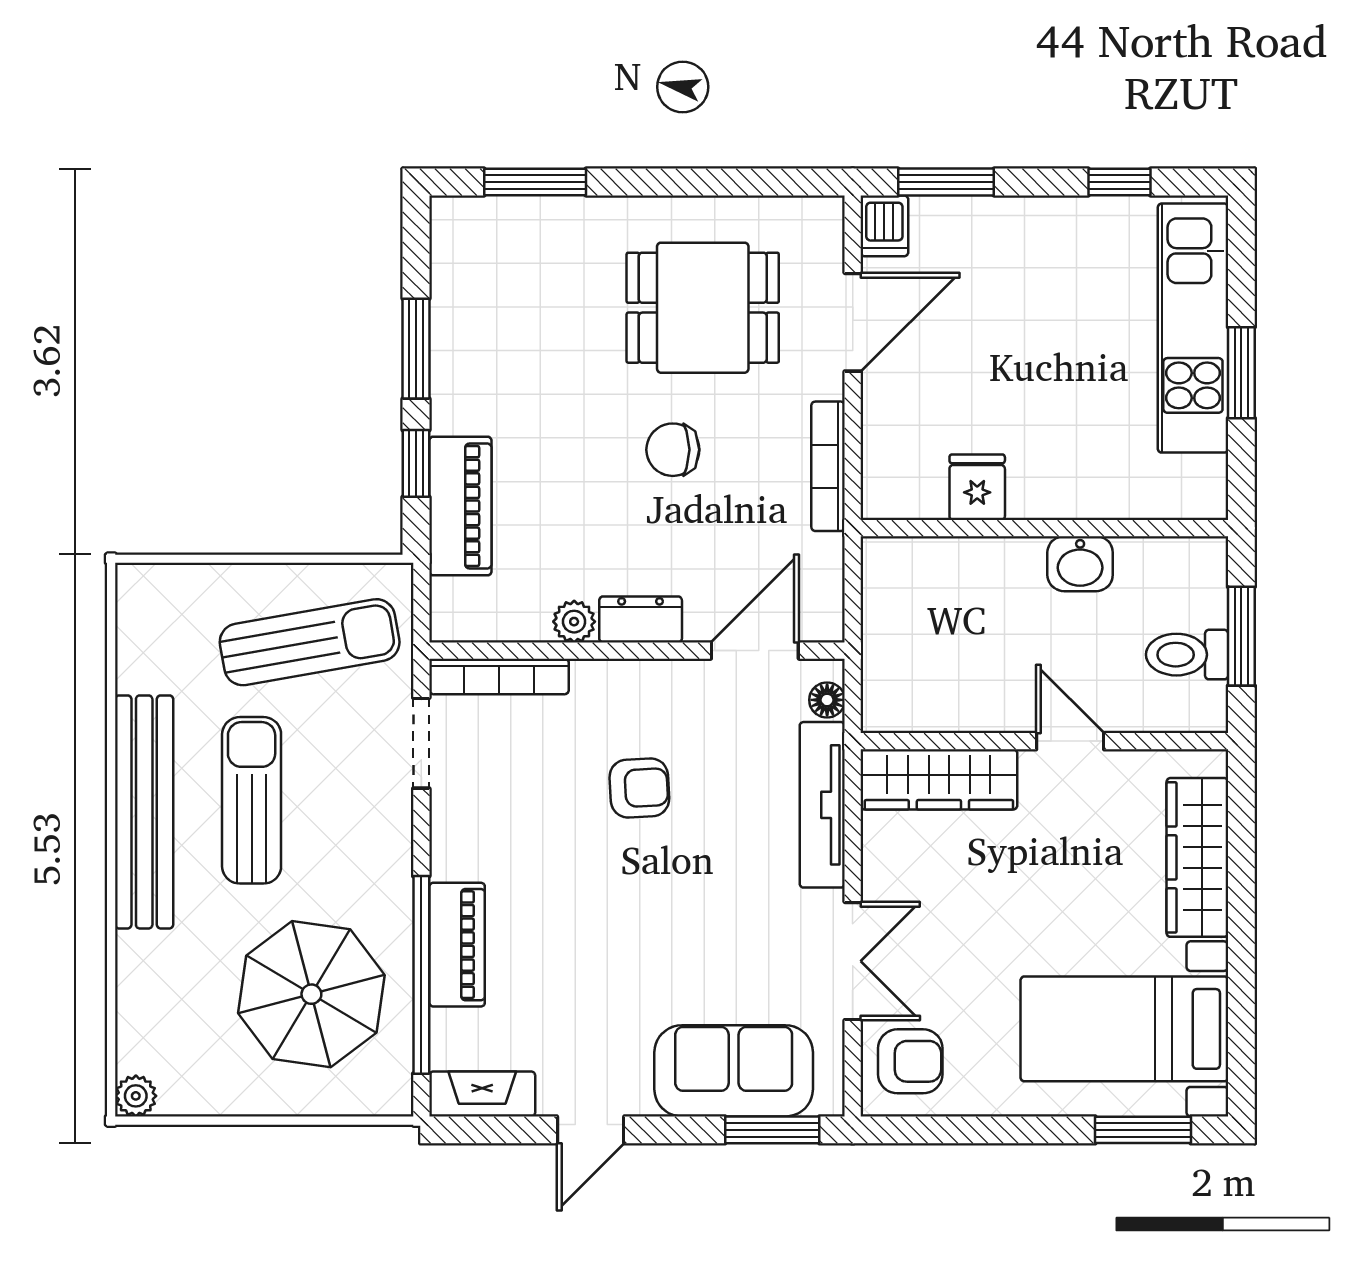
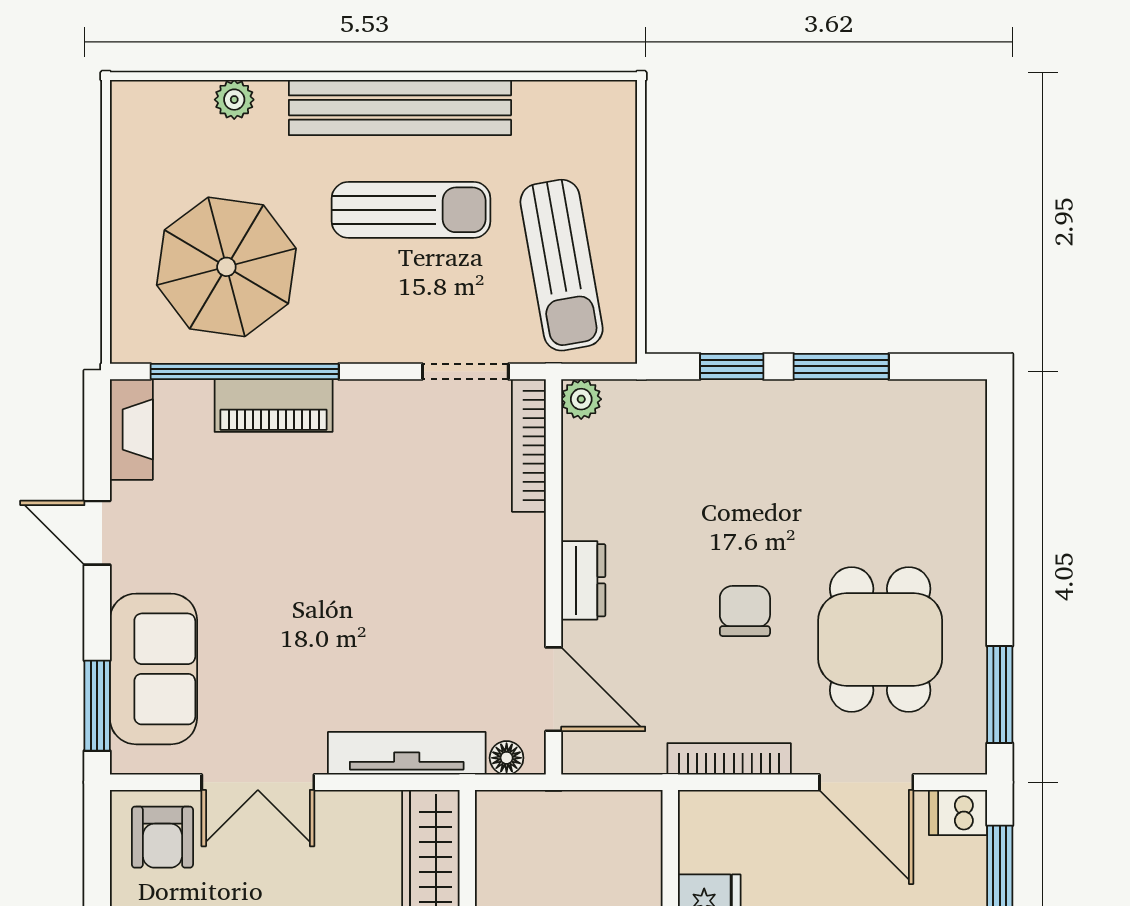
window: (535, 182) -> (1000, 695), moved
piano: (460, 506) -> (691, 409), removed
plant: (574, 622) -> (581, 399), moved
armchair: (639, 788) -> (423, 579), removed
plant: (136, 1096) -> (234, 100), moved

